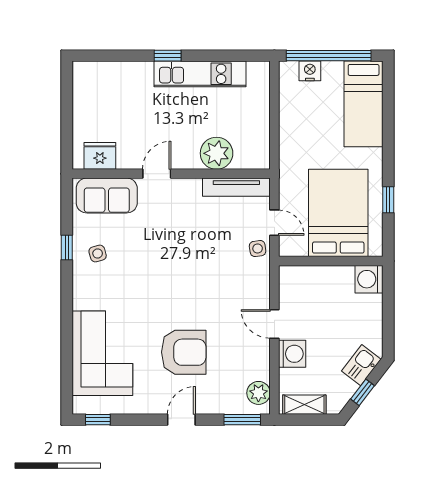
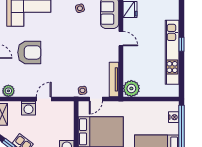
kitchen unit: (200, 74) -> (172, 52), width x1.36
plant: (217, 153) -> (131, 88), moved
armchair: (184, 352) -> (29, 52), turned -90

